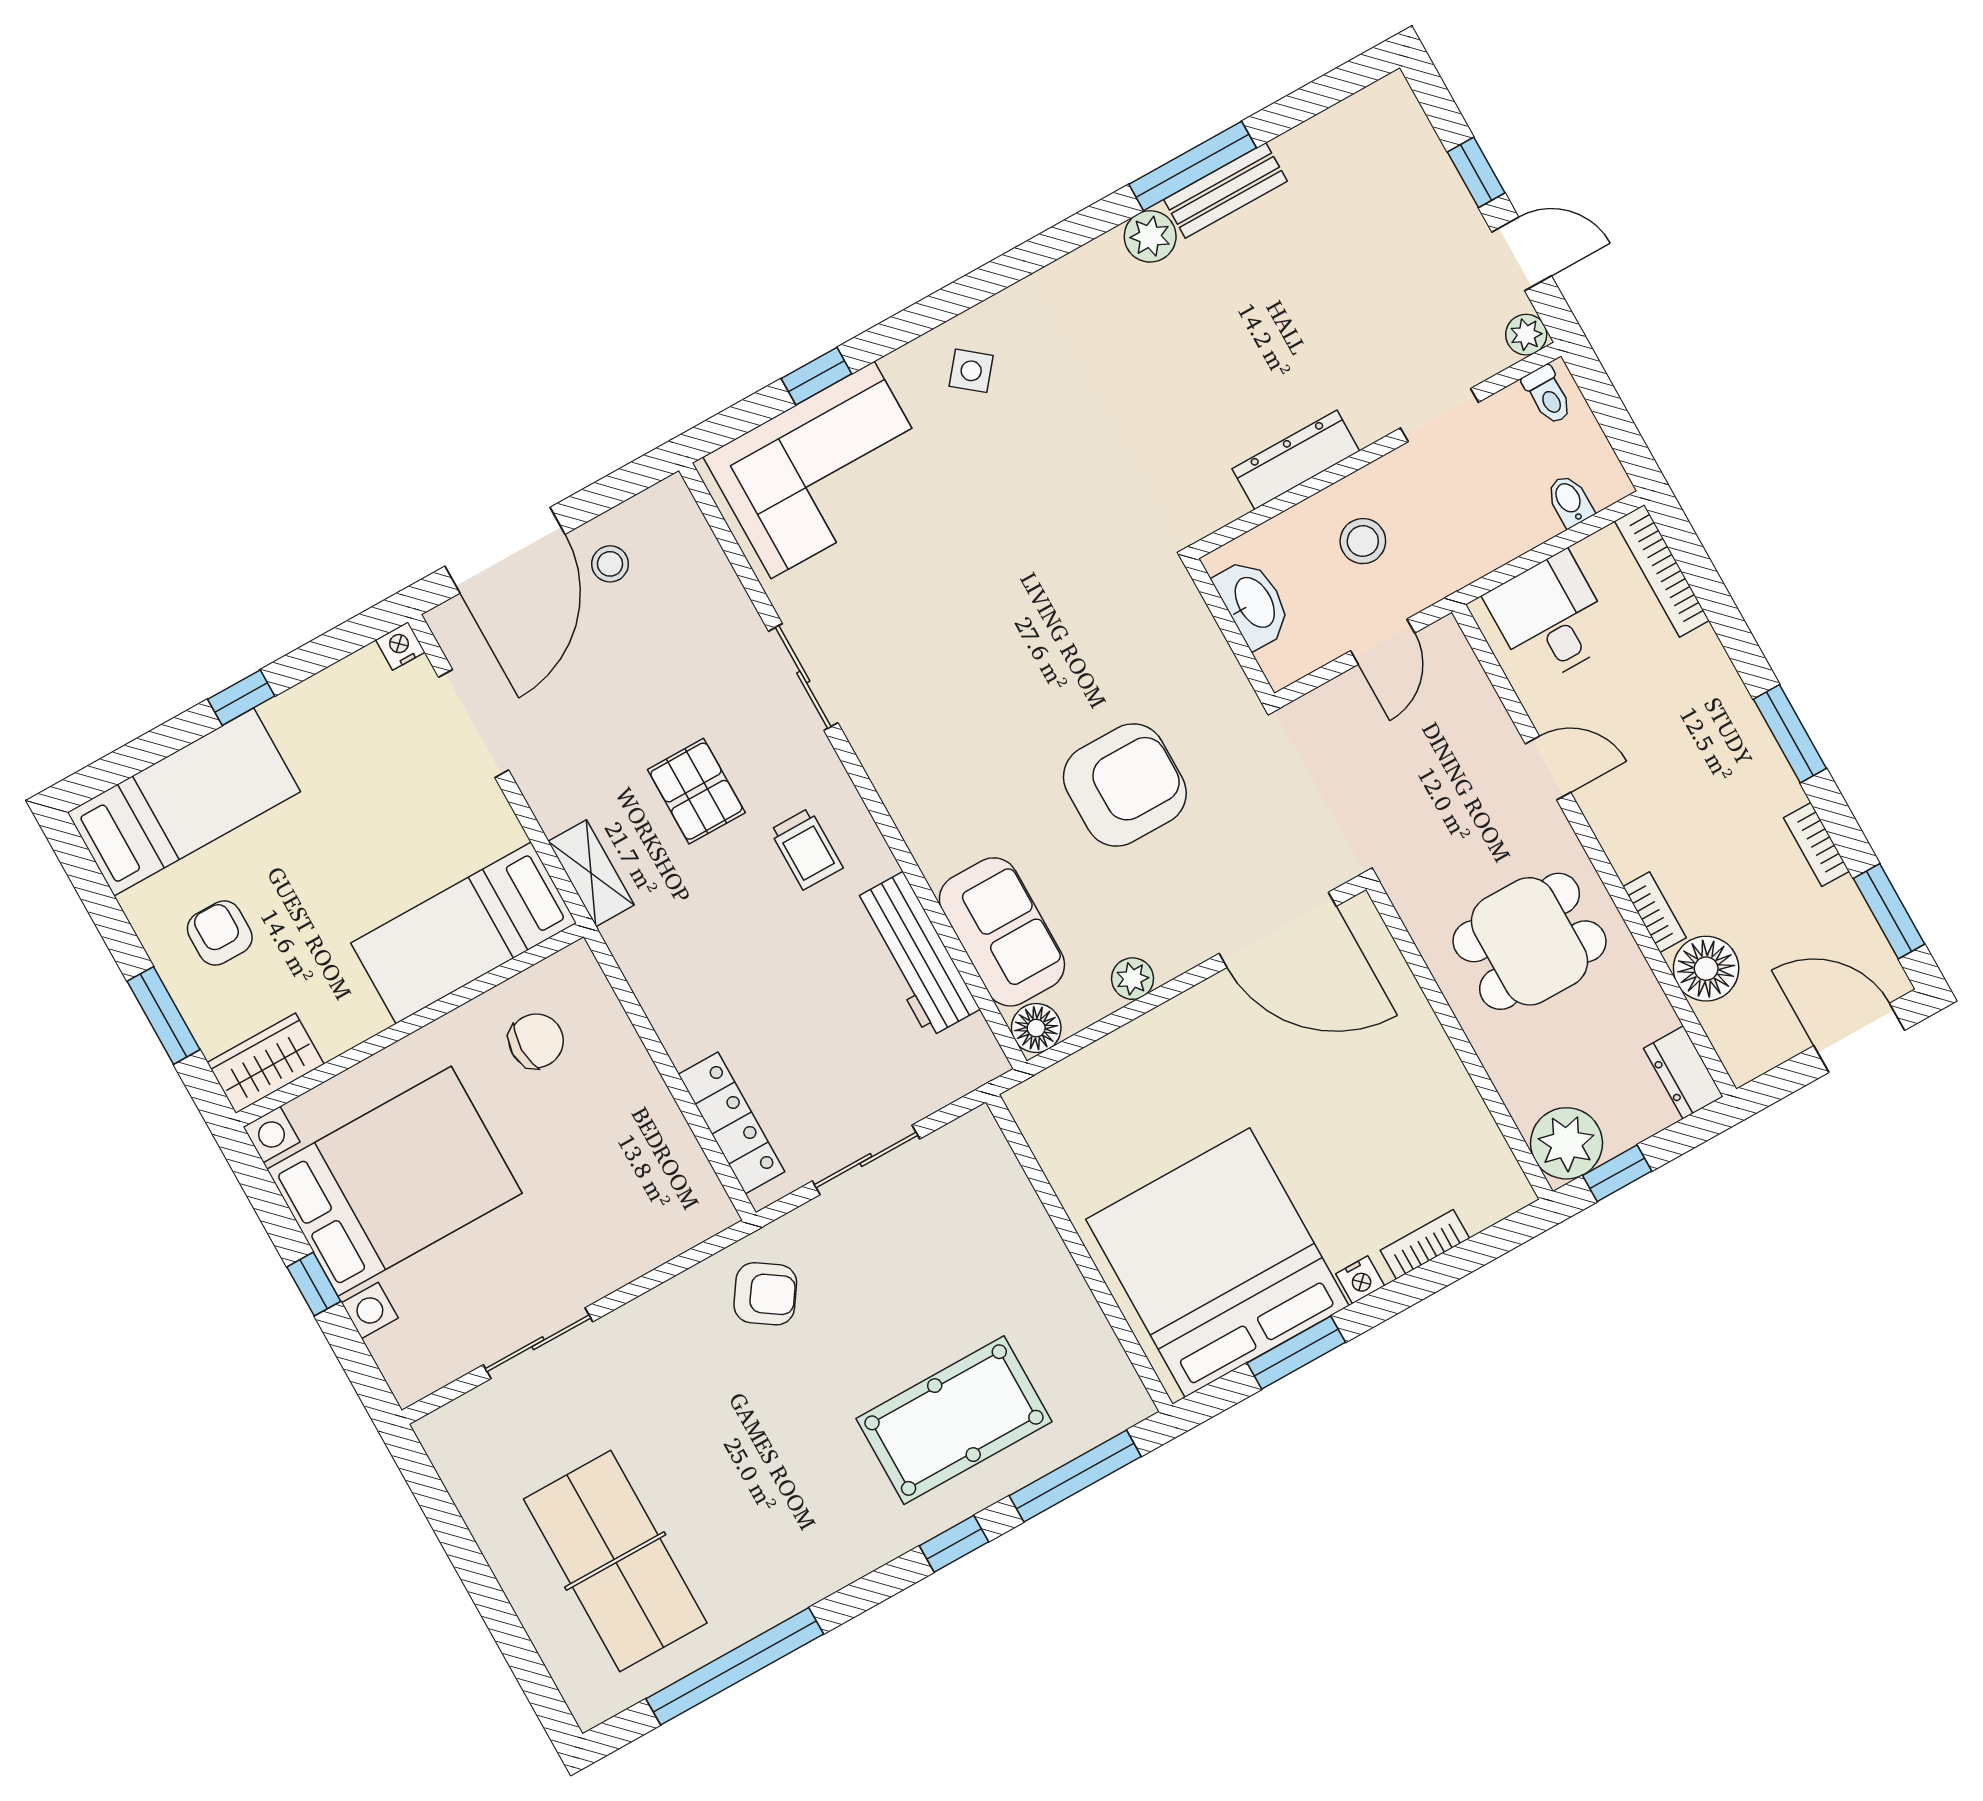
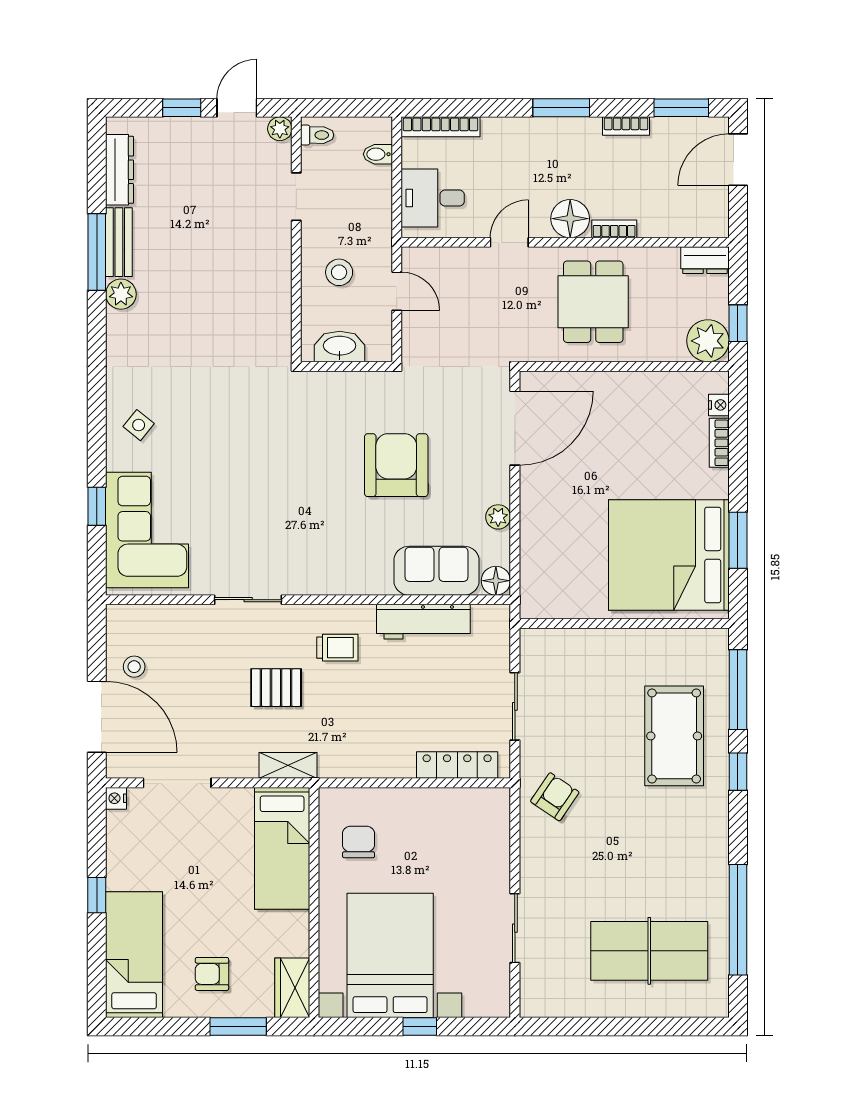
dresser: (1296, 460) -> (120, 170), moved, turned 180
floor lamp: (1706, 969) -> (570, 219), moved
nightstand: (1360, 1280) -> (719, 405), moved

